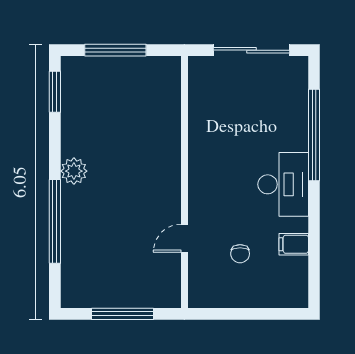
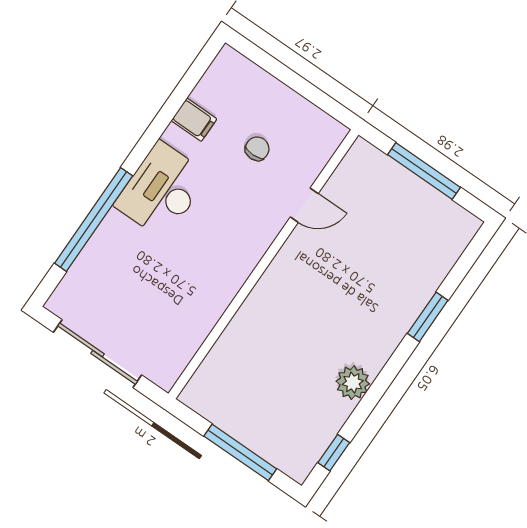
window: (55, 92) -> (334, 453), width x0.67
plant: (74, 171) -> (353, 383), moved
window: (55, 221) -> (428, 317), width x0.47

